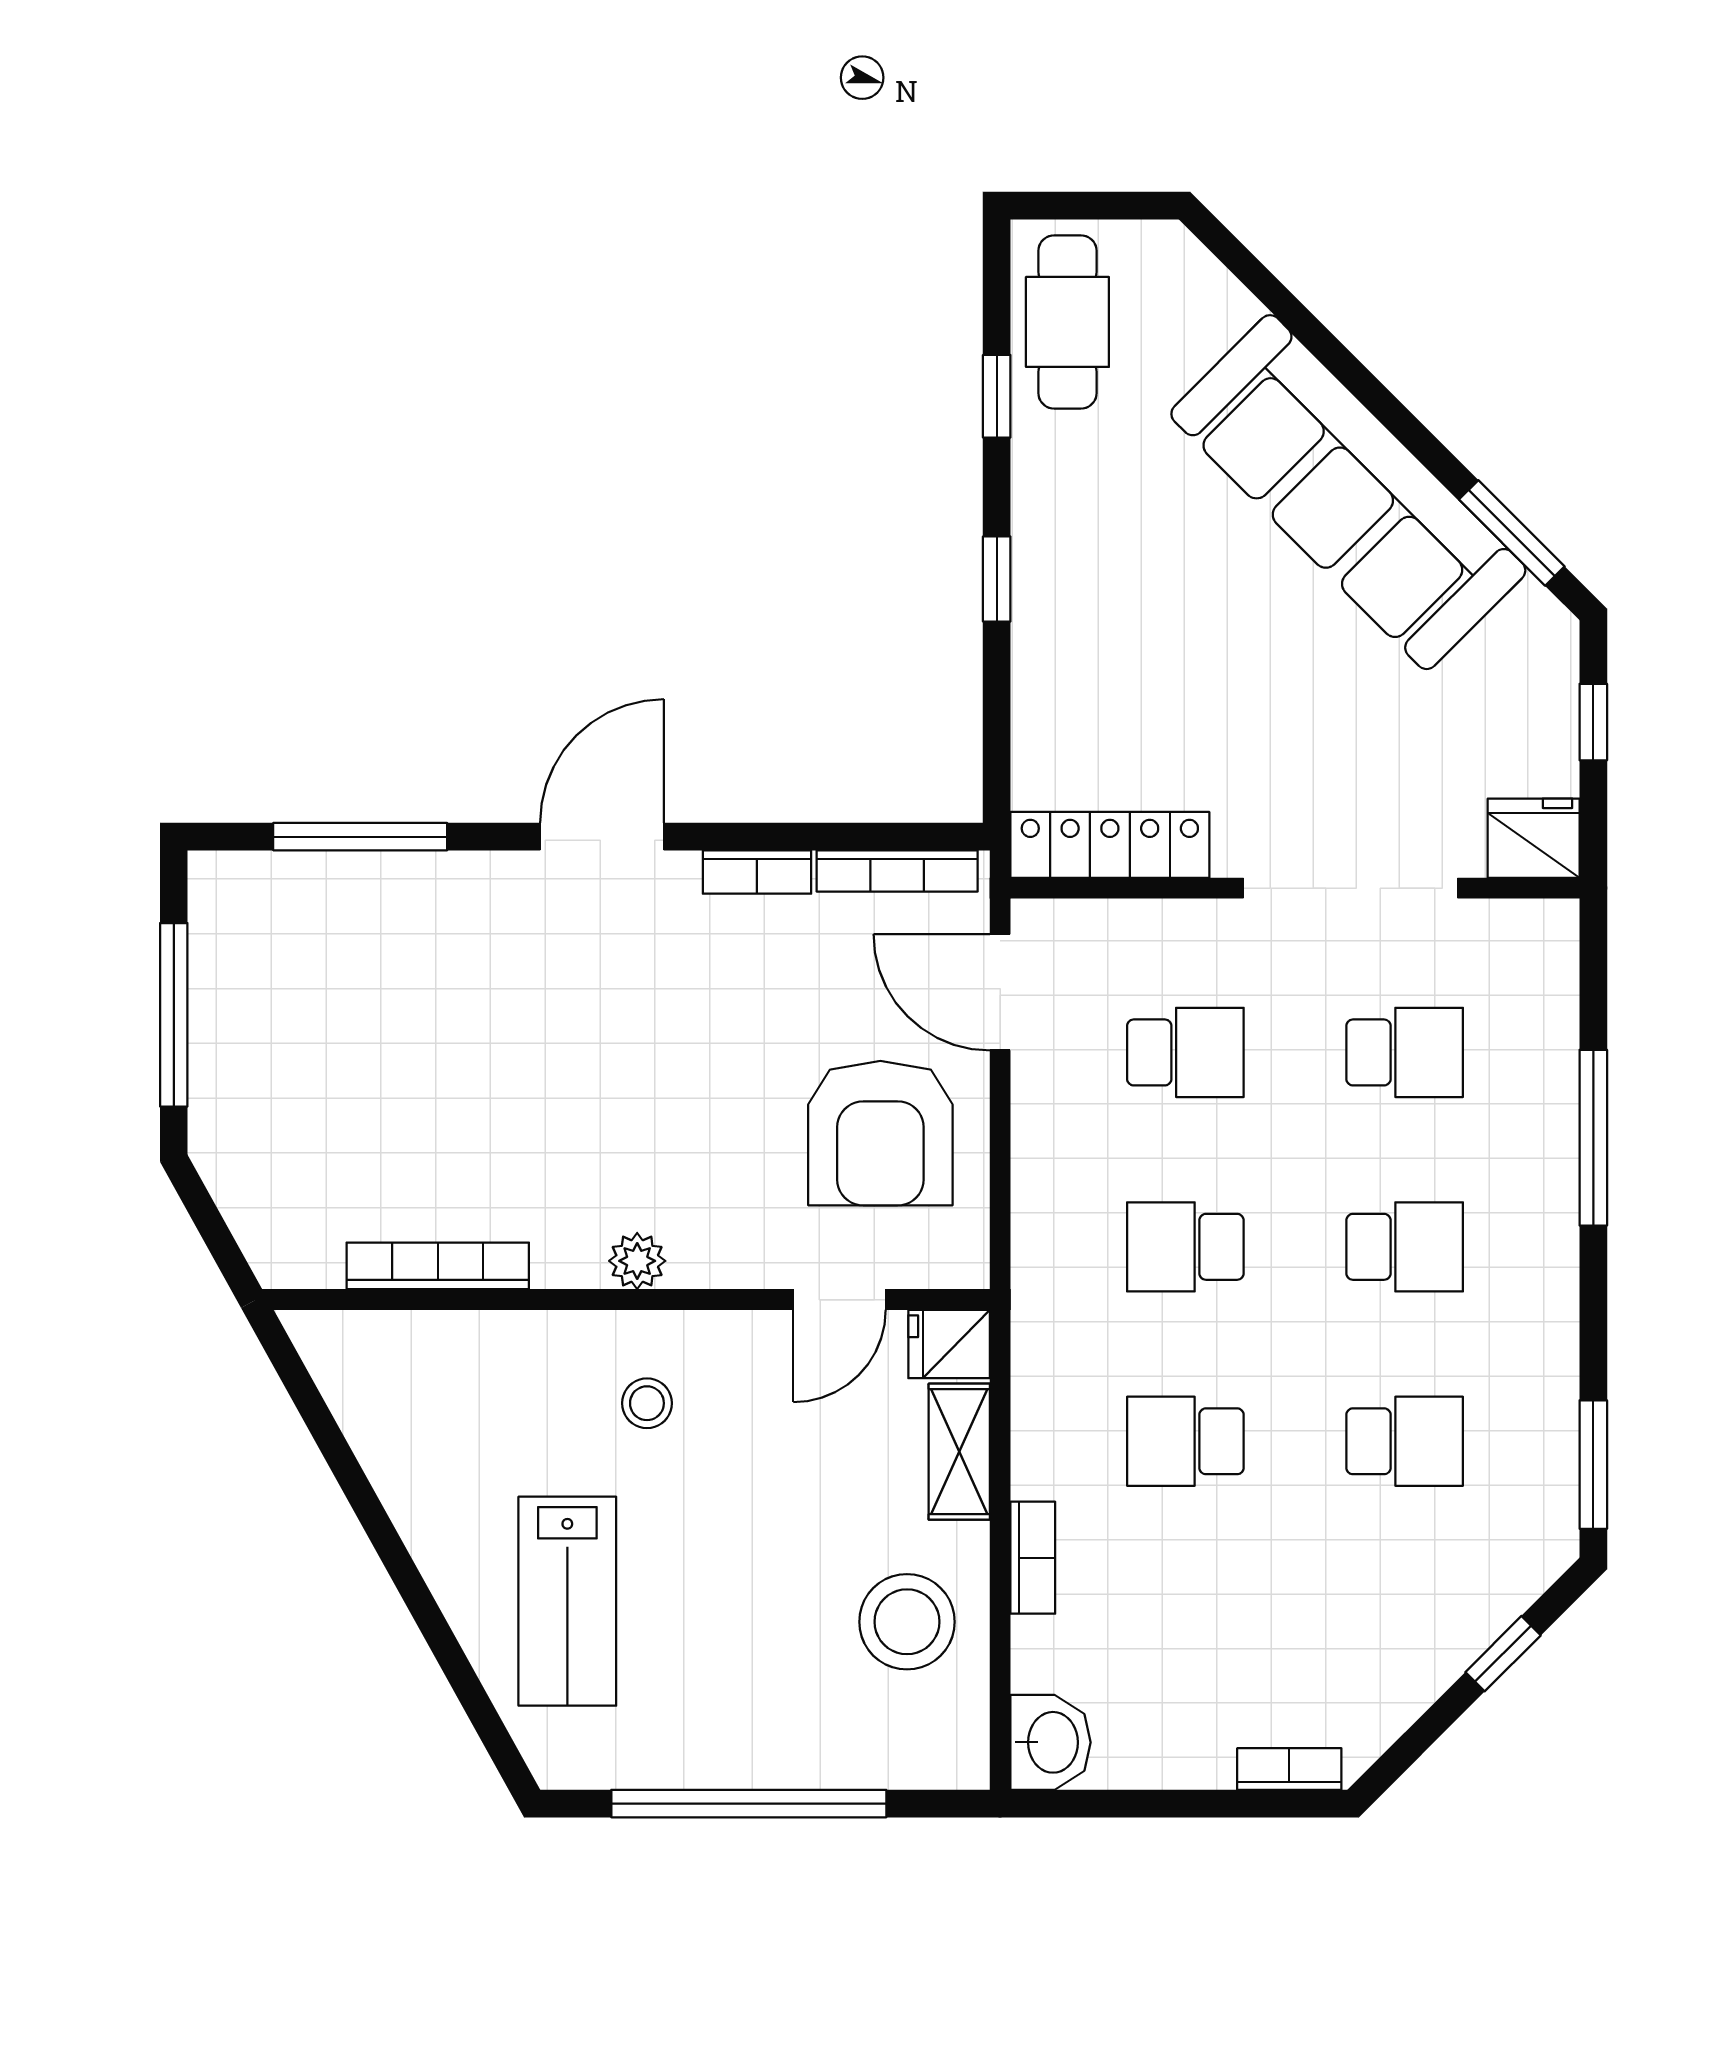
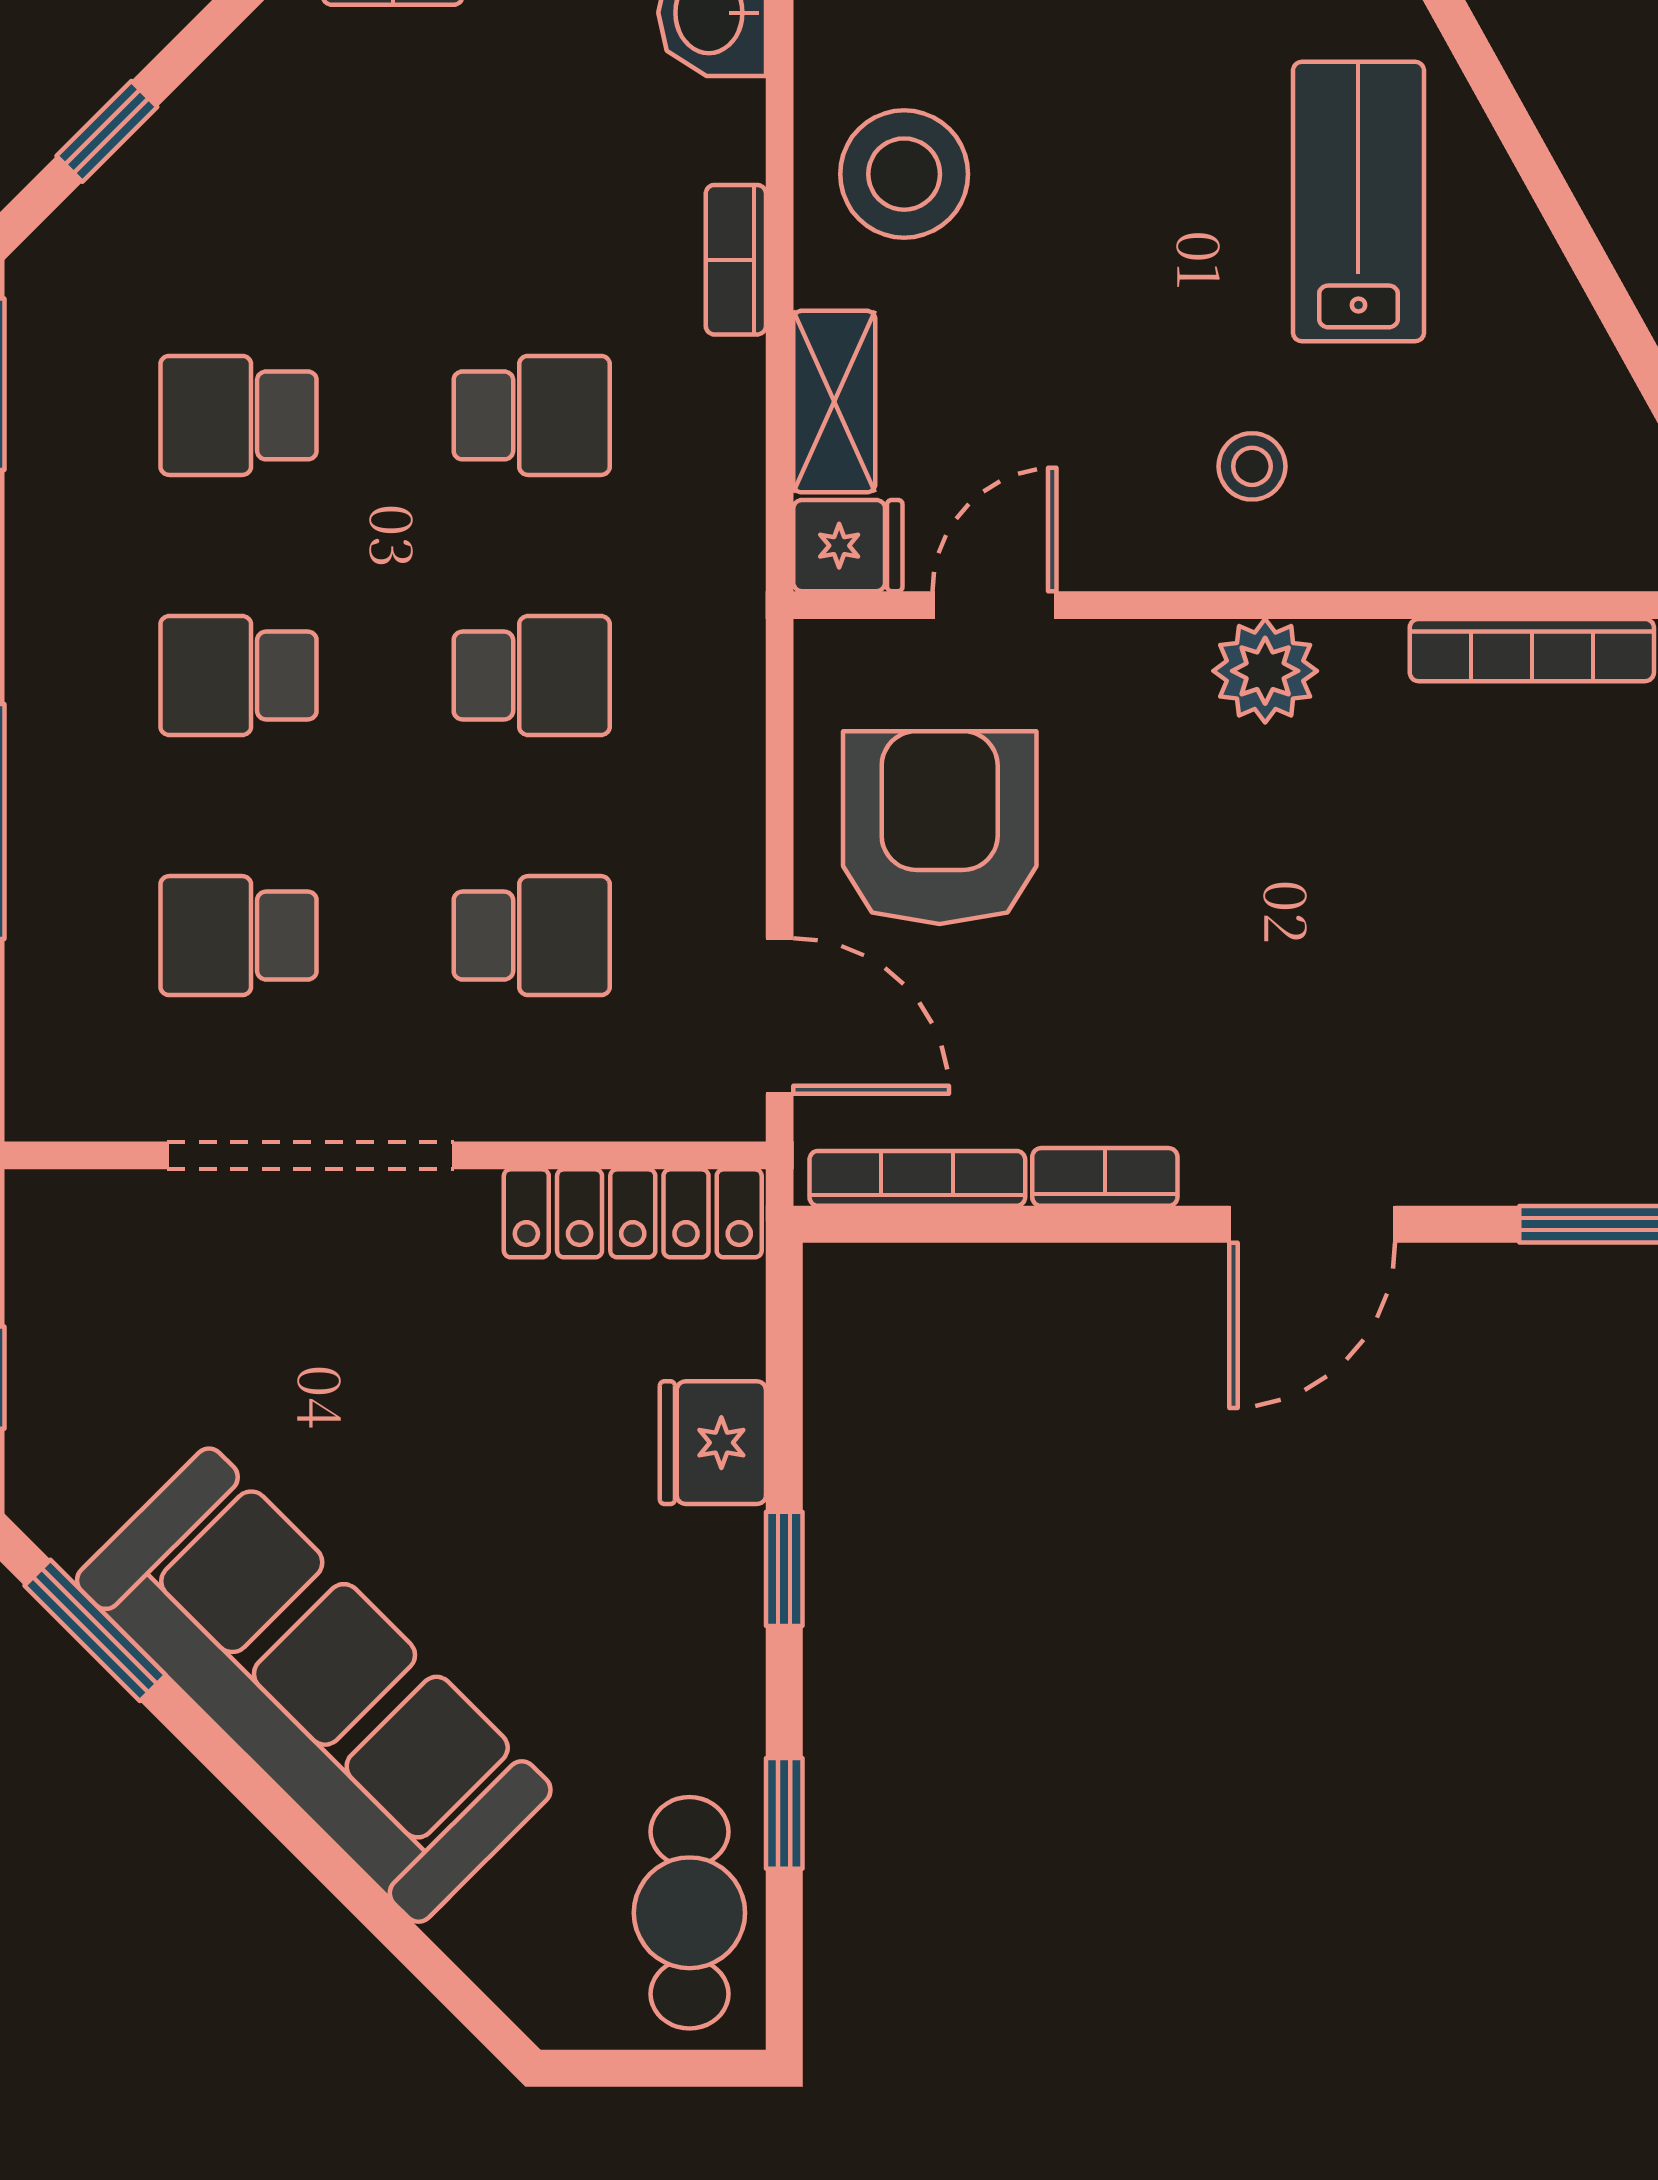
fridge: (1534, 838) -> (713, 1443), moved, turned 90
school desk: (1185, 1052) -> (532, 936), turned 180
plant: (637, 1261) -> (1265, 671), width x1.38, depth x1.38

